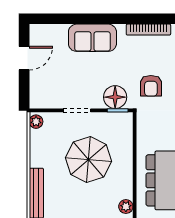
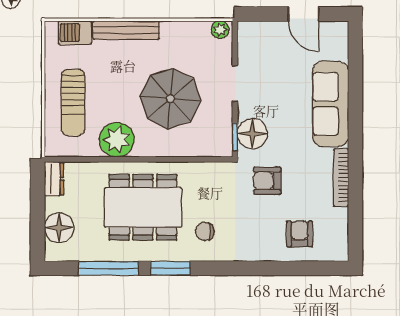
sofa: (92, 38) -> (330, 104), width x1.36
plant: (126, 207) -> (117, 140), width x1.88, depth x1.88

